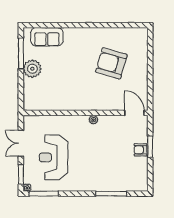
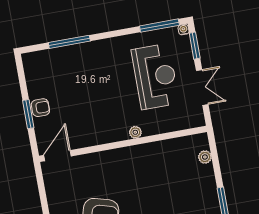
plant: (32, 69) -> (205, 157), moved, width x0.53, depth x0.53
door: (134, 113) -> (58, 156), swing flipped
plant: (93, 120) -> (135, 132), moved

